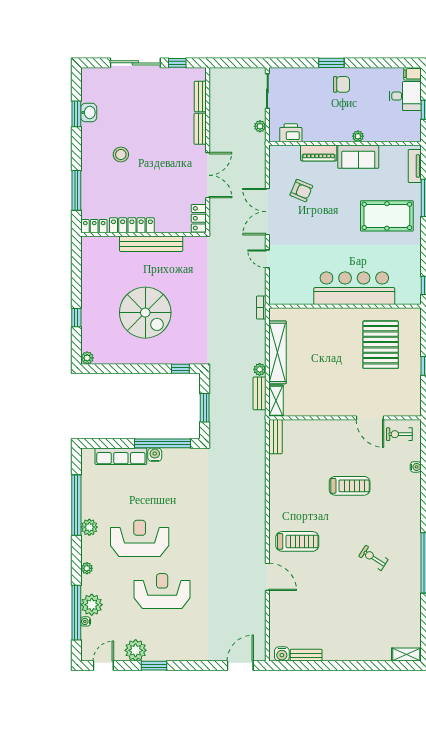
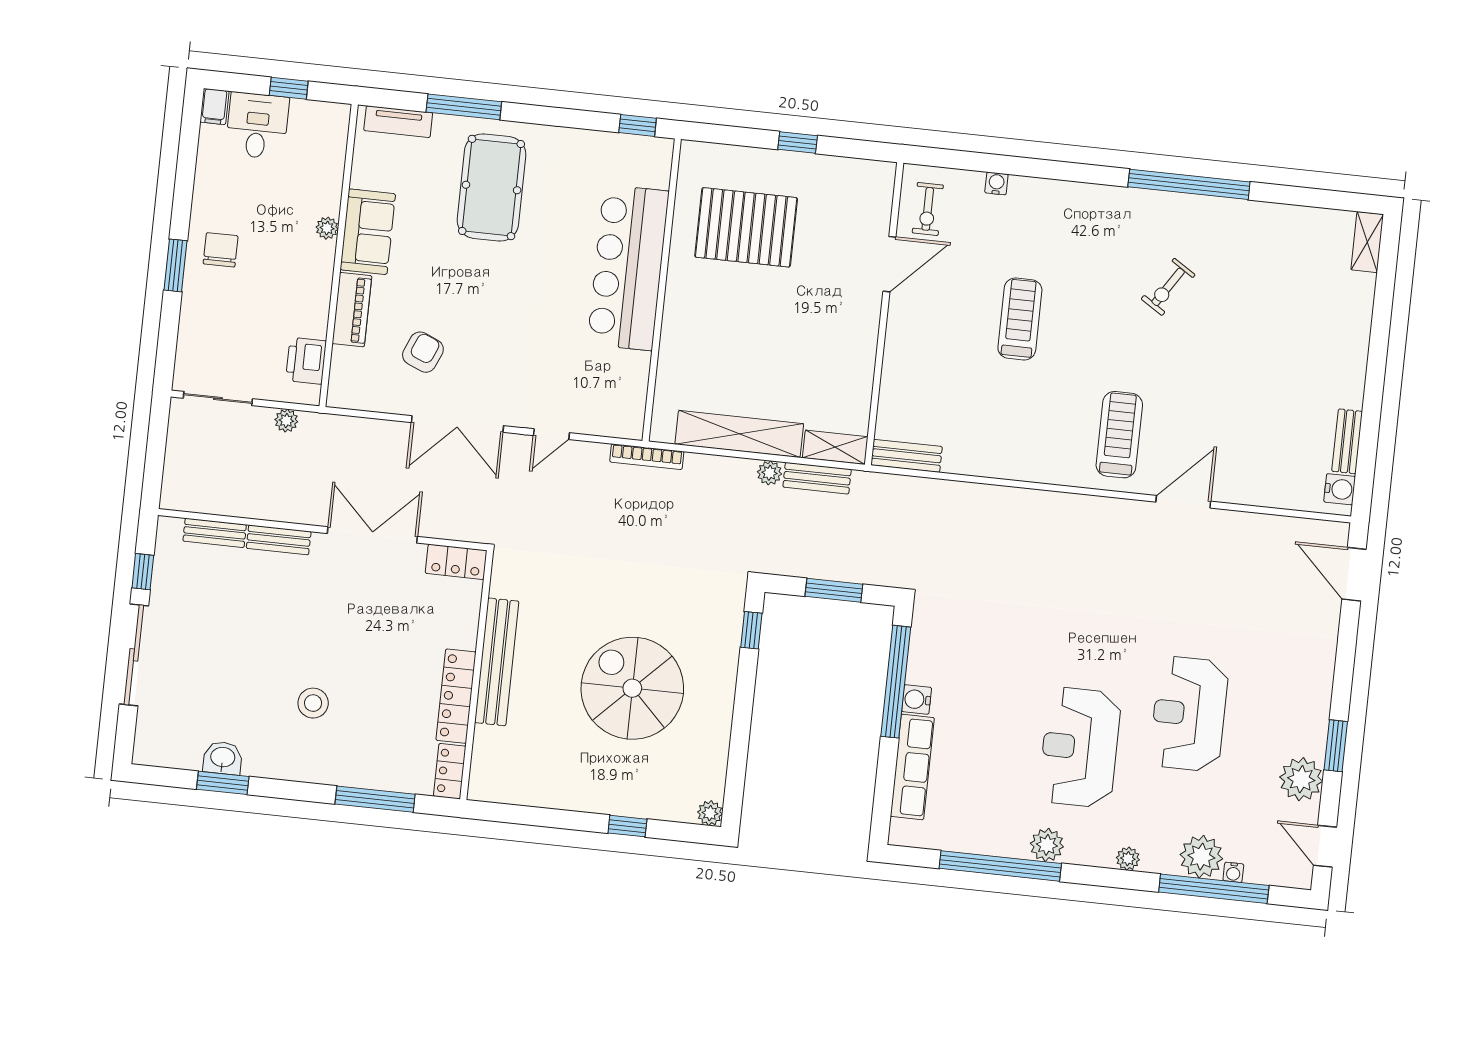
bookcase: (261, 308) -> (647, 457), width x1.56
spiral stairs: (145, 313) -> (632, 688), turned -90

